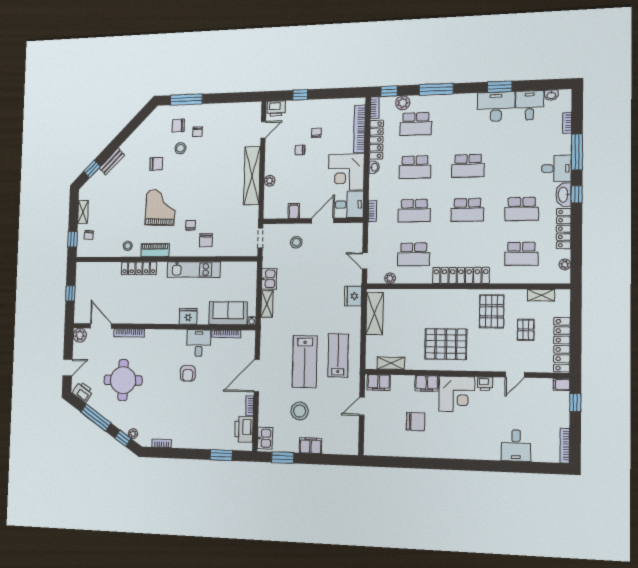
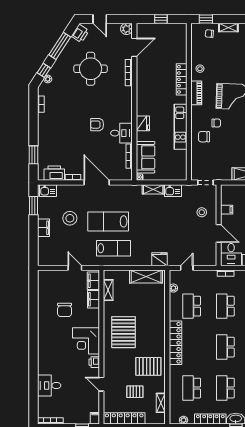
filing cabinet: (427, 383) -> (93, 299), moved

